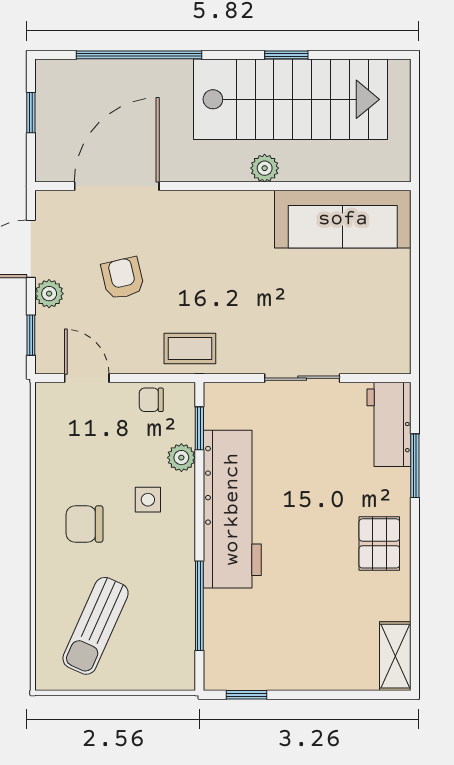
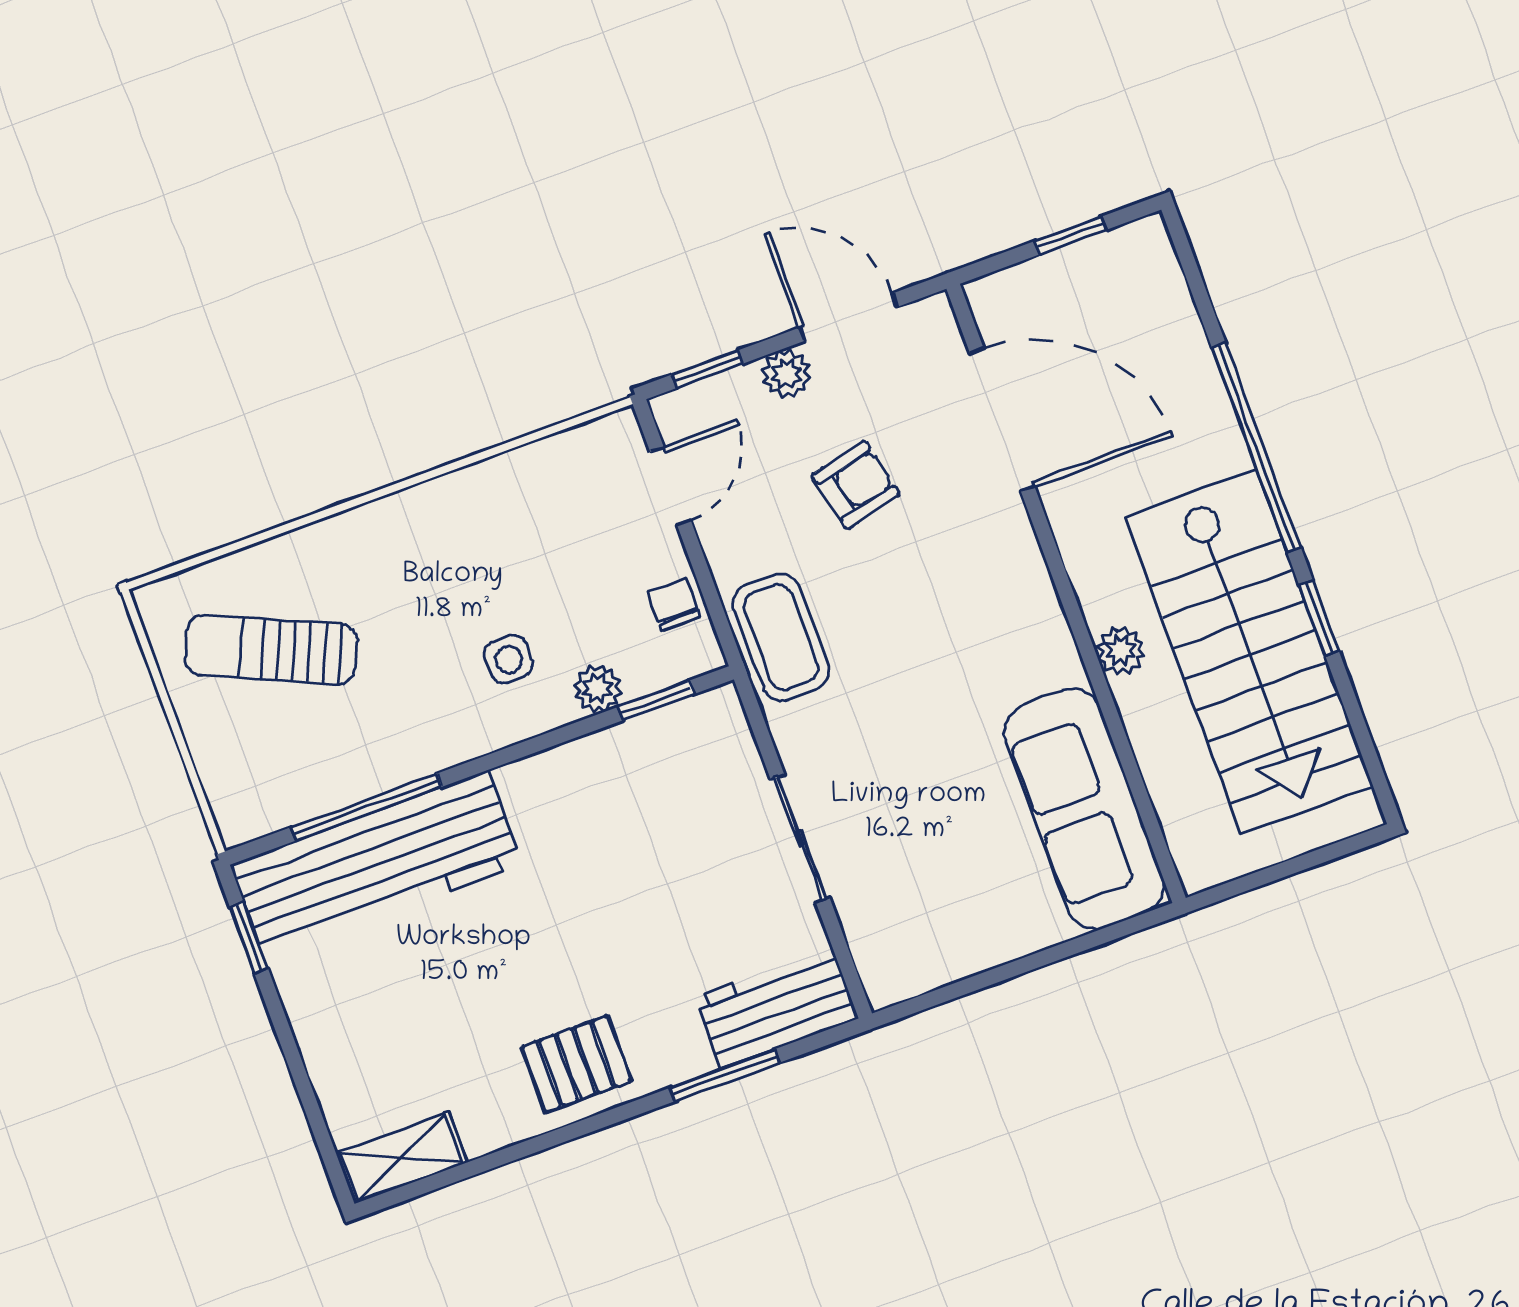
window: (139, 55) -> (1256, 448), moved
coffee table: (190, 349) -> (781, 637), width x1.36, depth x1.30
workbench: (232, 509) -> (376, 864), moved
chair: (84, 524) -> (431, 570), removed

